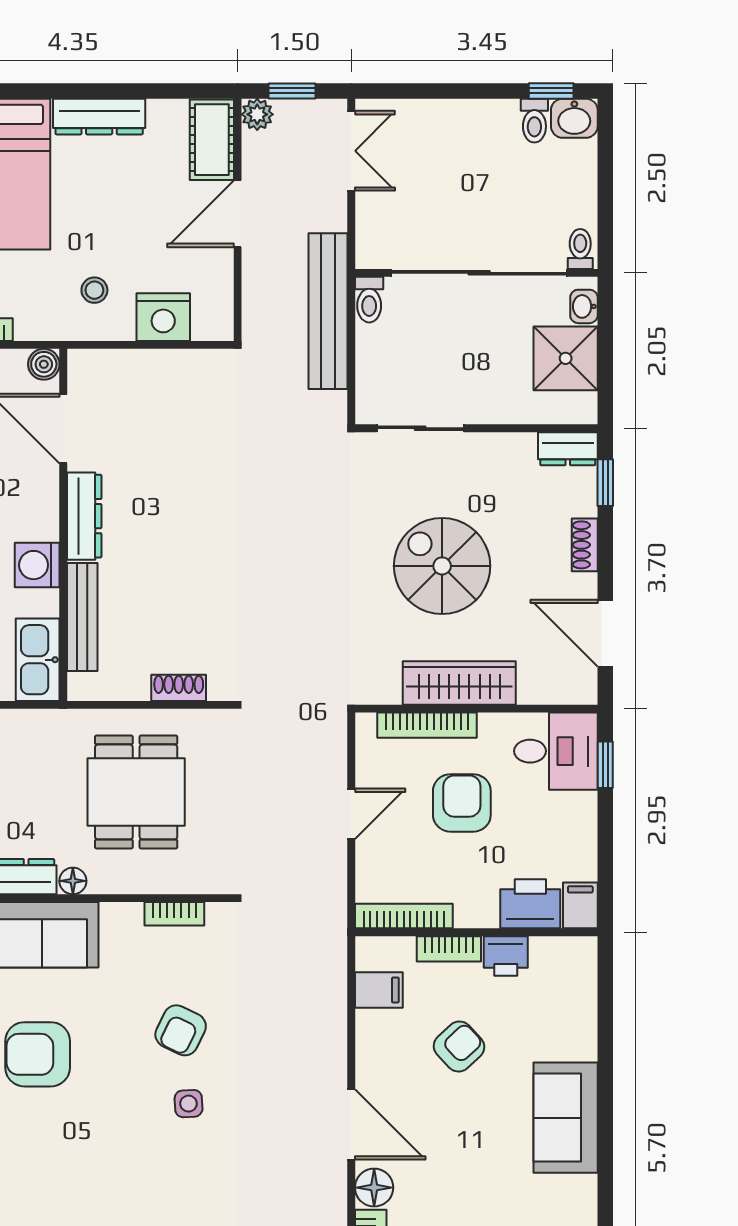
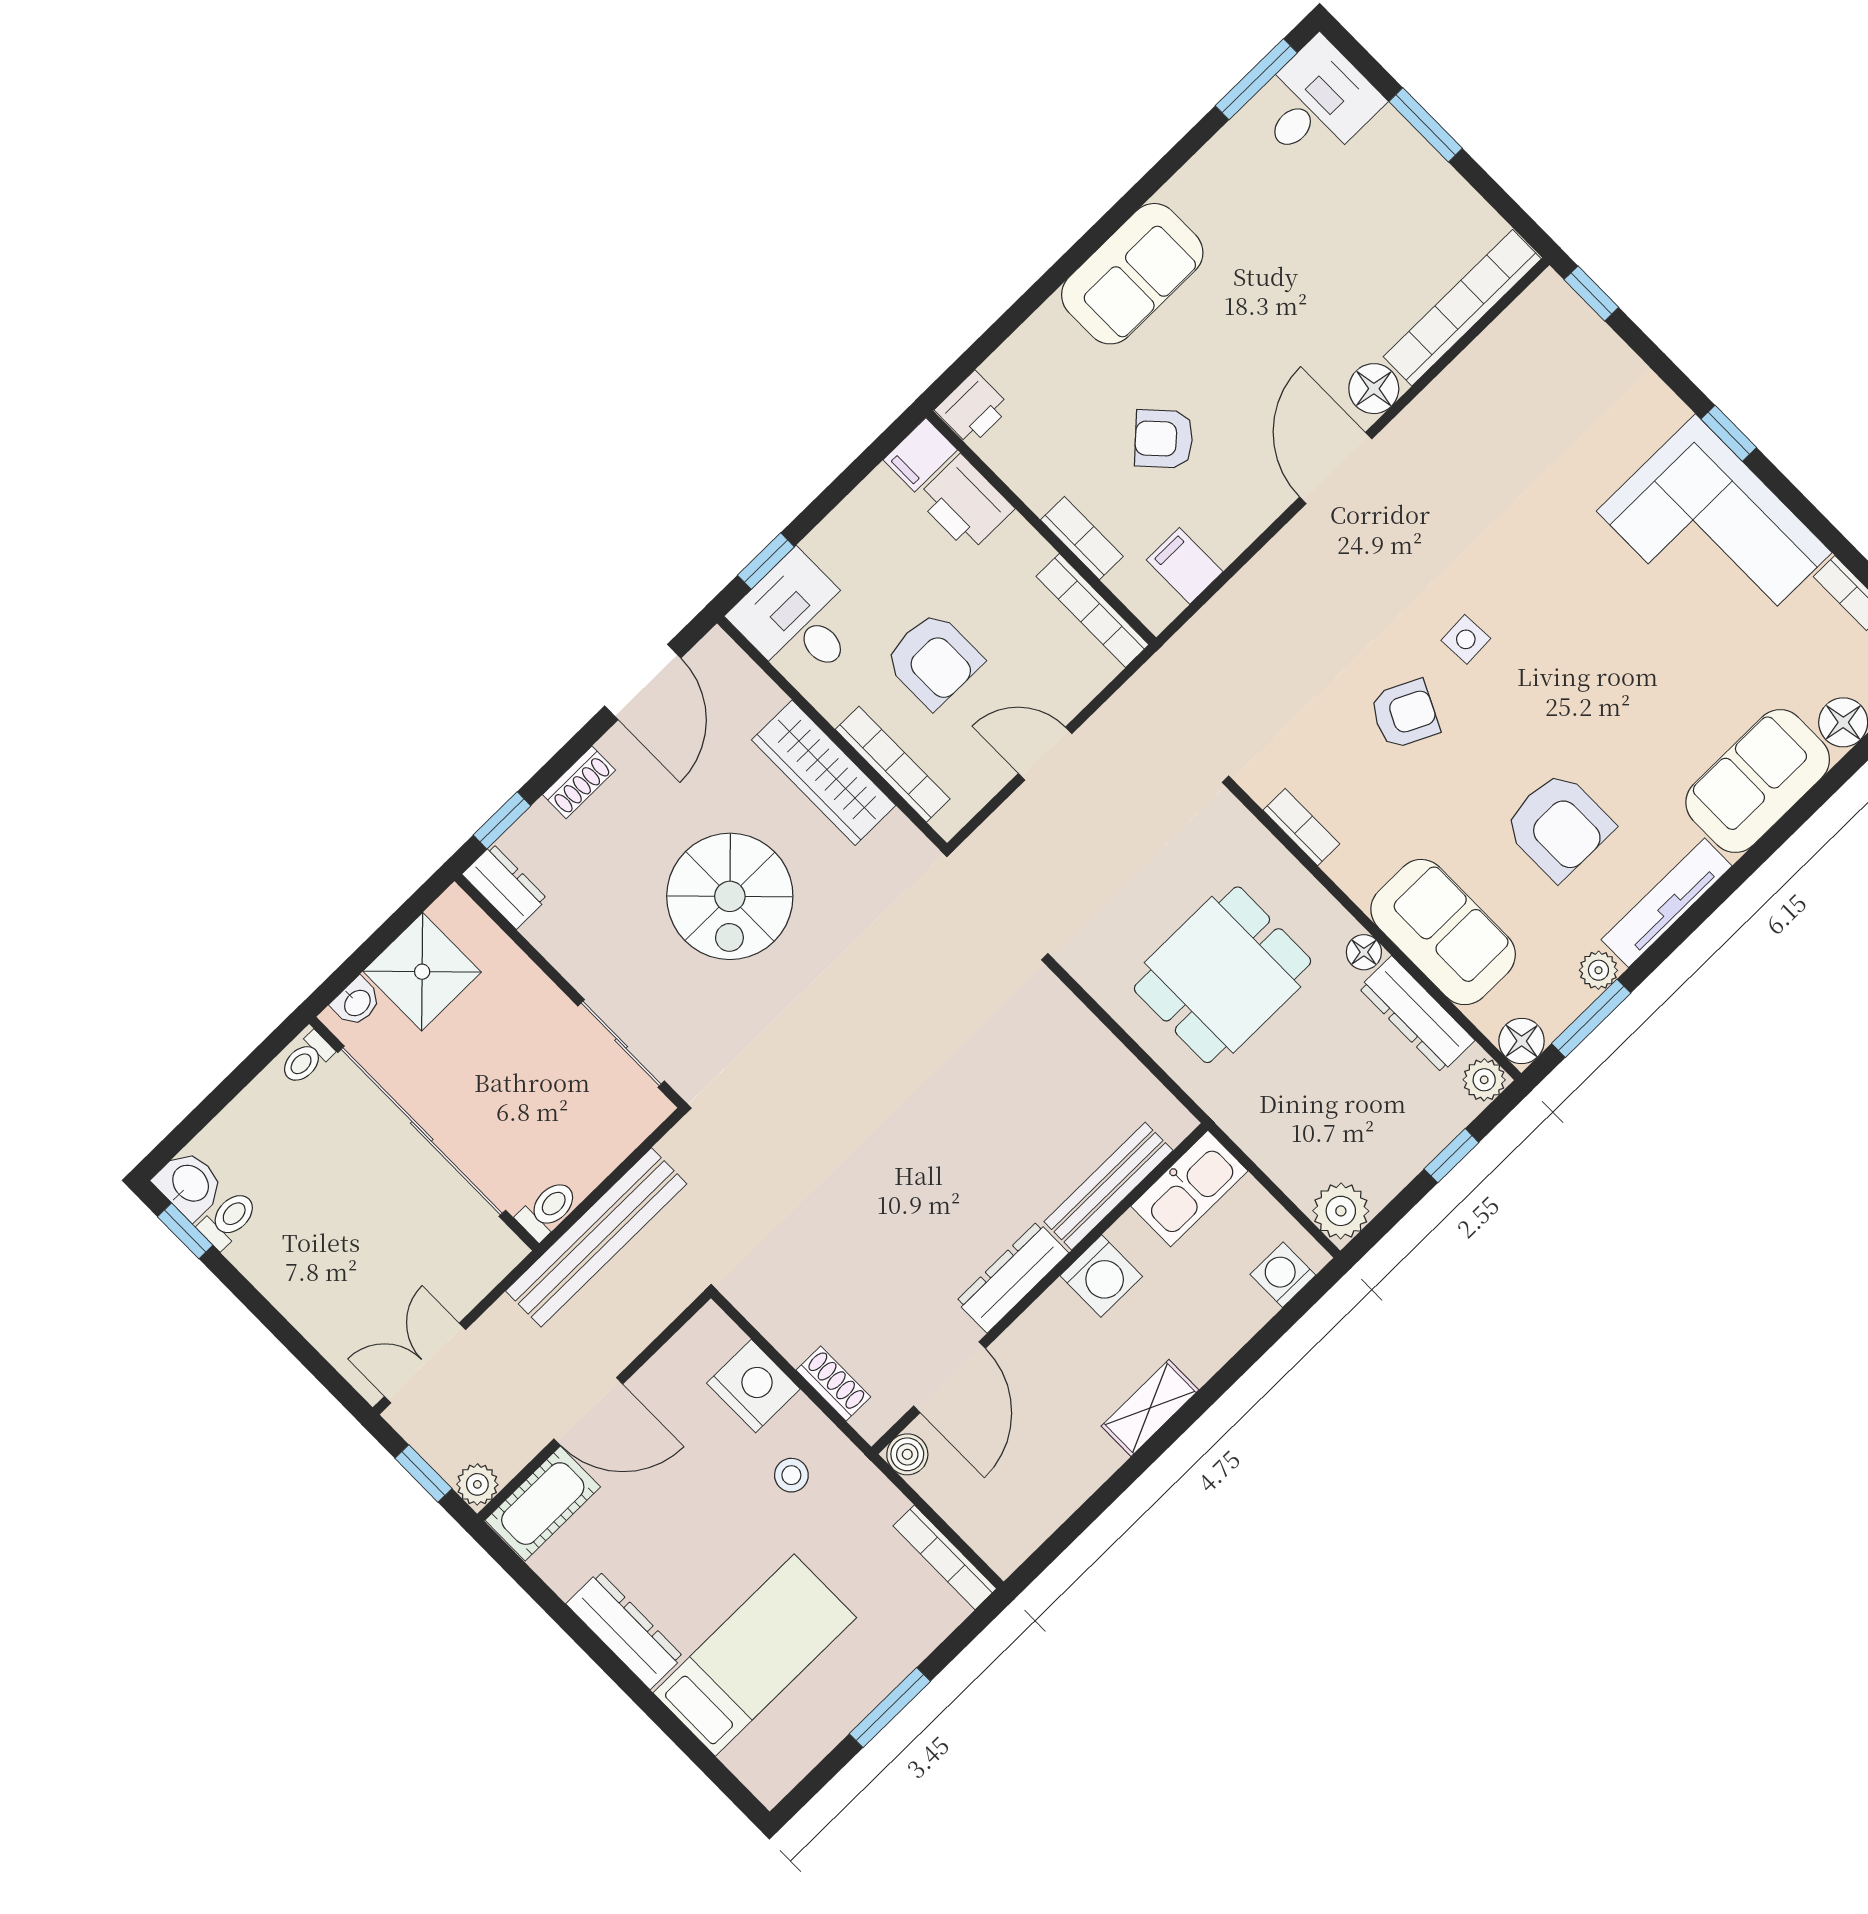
shoe rack: (179, 688) -> (833, 1384), moved, turned 180
armchair: (462, 803) -> (933, 660), turned -90
printer: (506, 956) -> (973, 408), moved, turned 90

